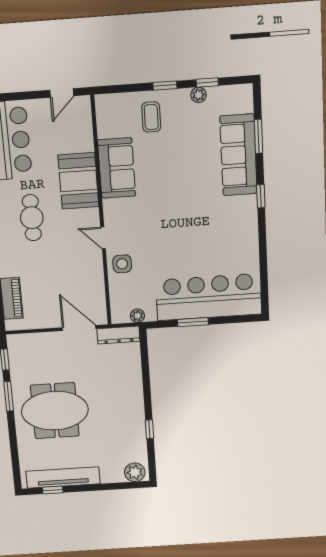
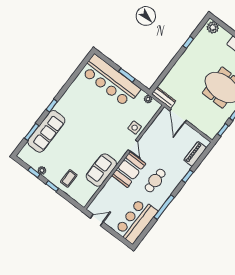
booth: (78, 181) -> (129, 170), moved

